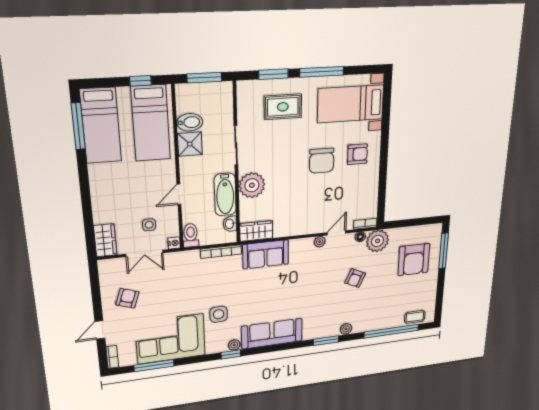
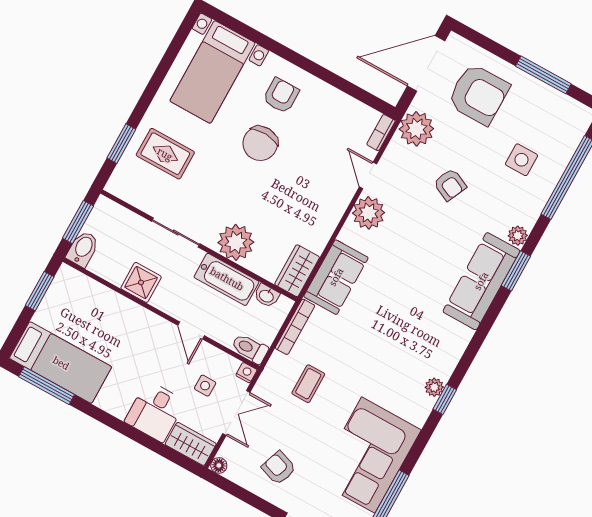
window: (322, 72) -> (153, 87), removed
window: (141, 81) -> (40, 291), width x1.50
rug: (283, 107) -> (165, 154), turned 90
bidet: (190, 122) -> (83, 249), moved
bed: (151, 123) -> (91, 310), removed
chair: (322, 161) -> (260, 143), turned 93
desk: (111, 206) -> (155, 411), added
door: (417, 222) -> (426, 63), added
floor lamp: (360, 237) -> (219, 465), moved
plant: (320, 242) -> (369, 213), width x1.88, depth x1.88
window: (444, 251) -> (543, 75), moved
side table: (219, 314) -> (521, 160), moved
coffee table: (415, 317) -> (308, 384), moved
sofa: (272, 334) -> (481, 281), moved

